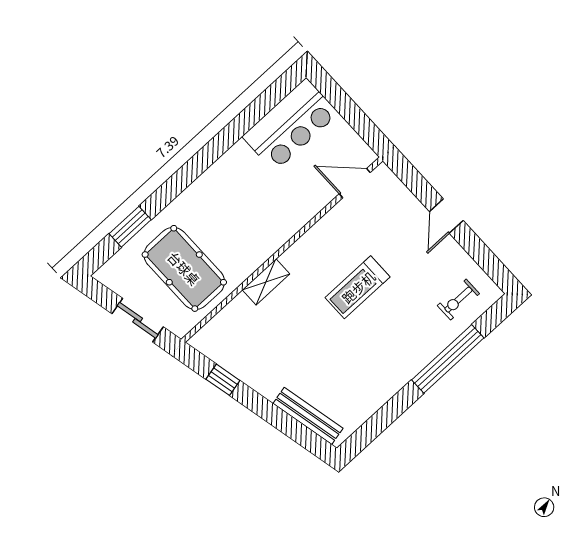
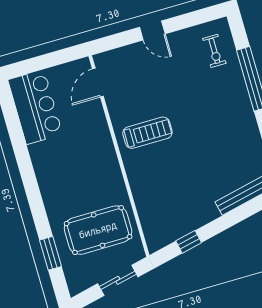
shelving: (266, 282) -> (136, 178), removed
treadmill: (358, 287) -> (147, 133), moved, turned -90

